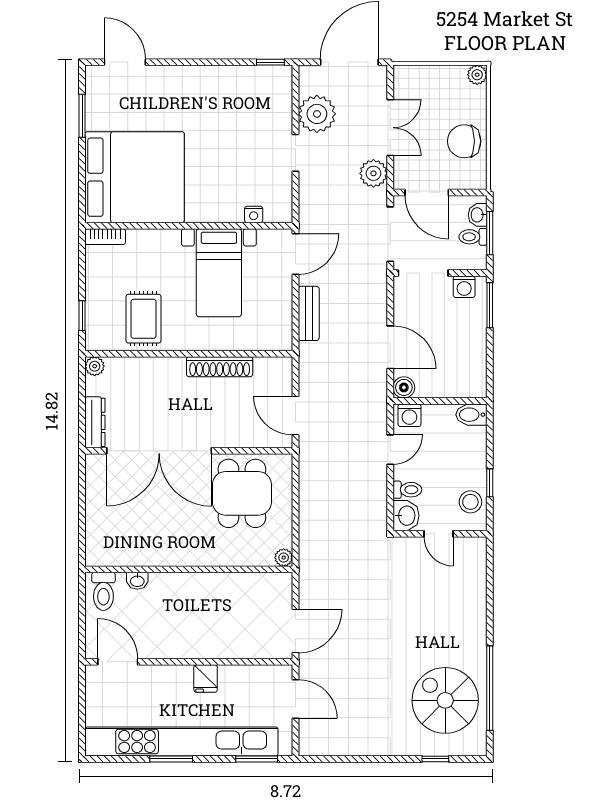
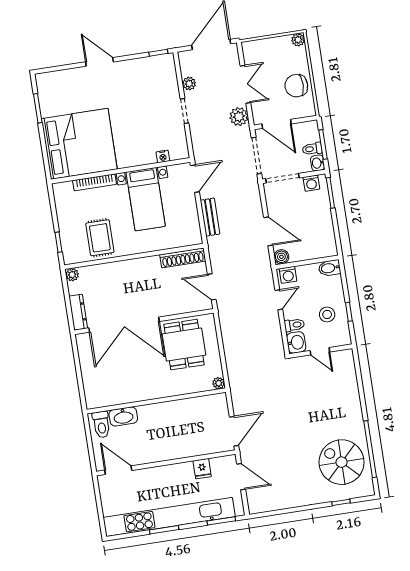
door: (125, 62) -> (99, 62), moved
plant: (317, 114) -> (189, 84), width x0.53, depth x0.53
washbasin: (478, 215) -> (318, 163), moved
bookcase: (105, 237) -> (95, 182), moved, width x1.56
shoe rack: (220, 367) -> (183, 258), moved
stool: (470, 502) -> (327, 314), moved
washbasin: (137, 581) -> (123, 416), width x1.91, depth x1.45
fridge: (206, 678) -> (202, 469), moved

